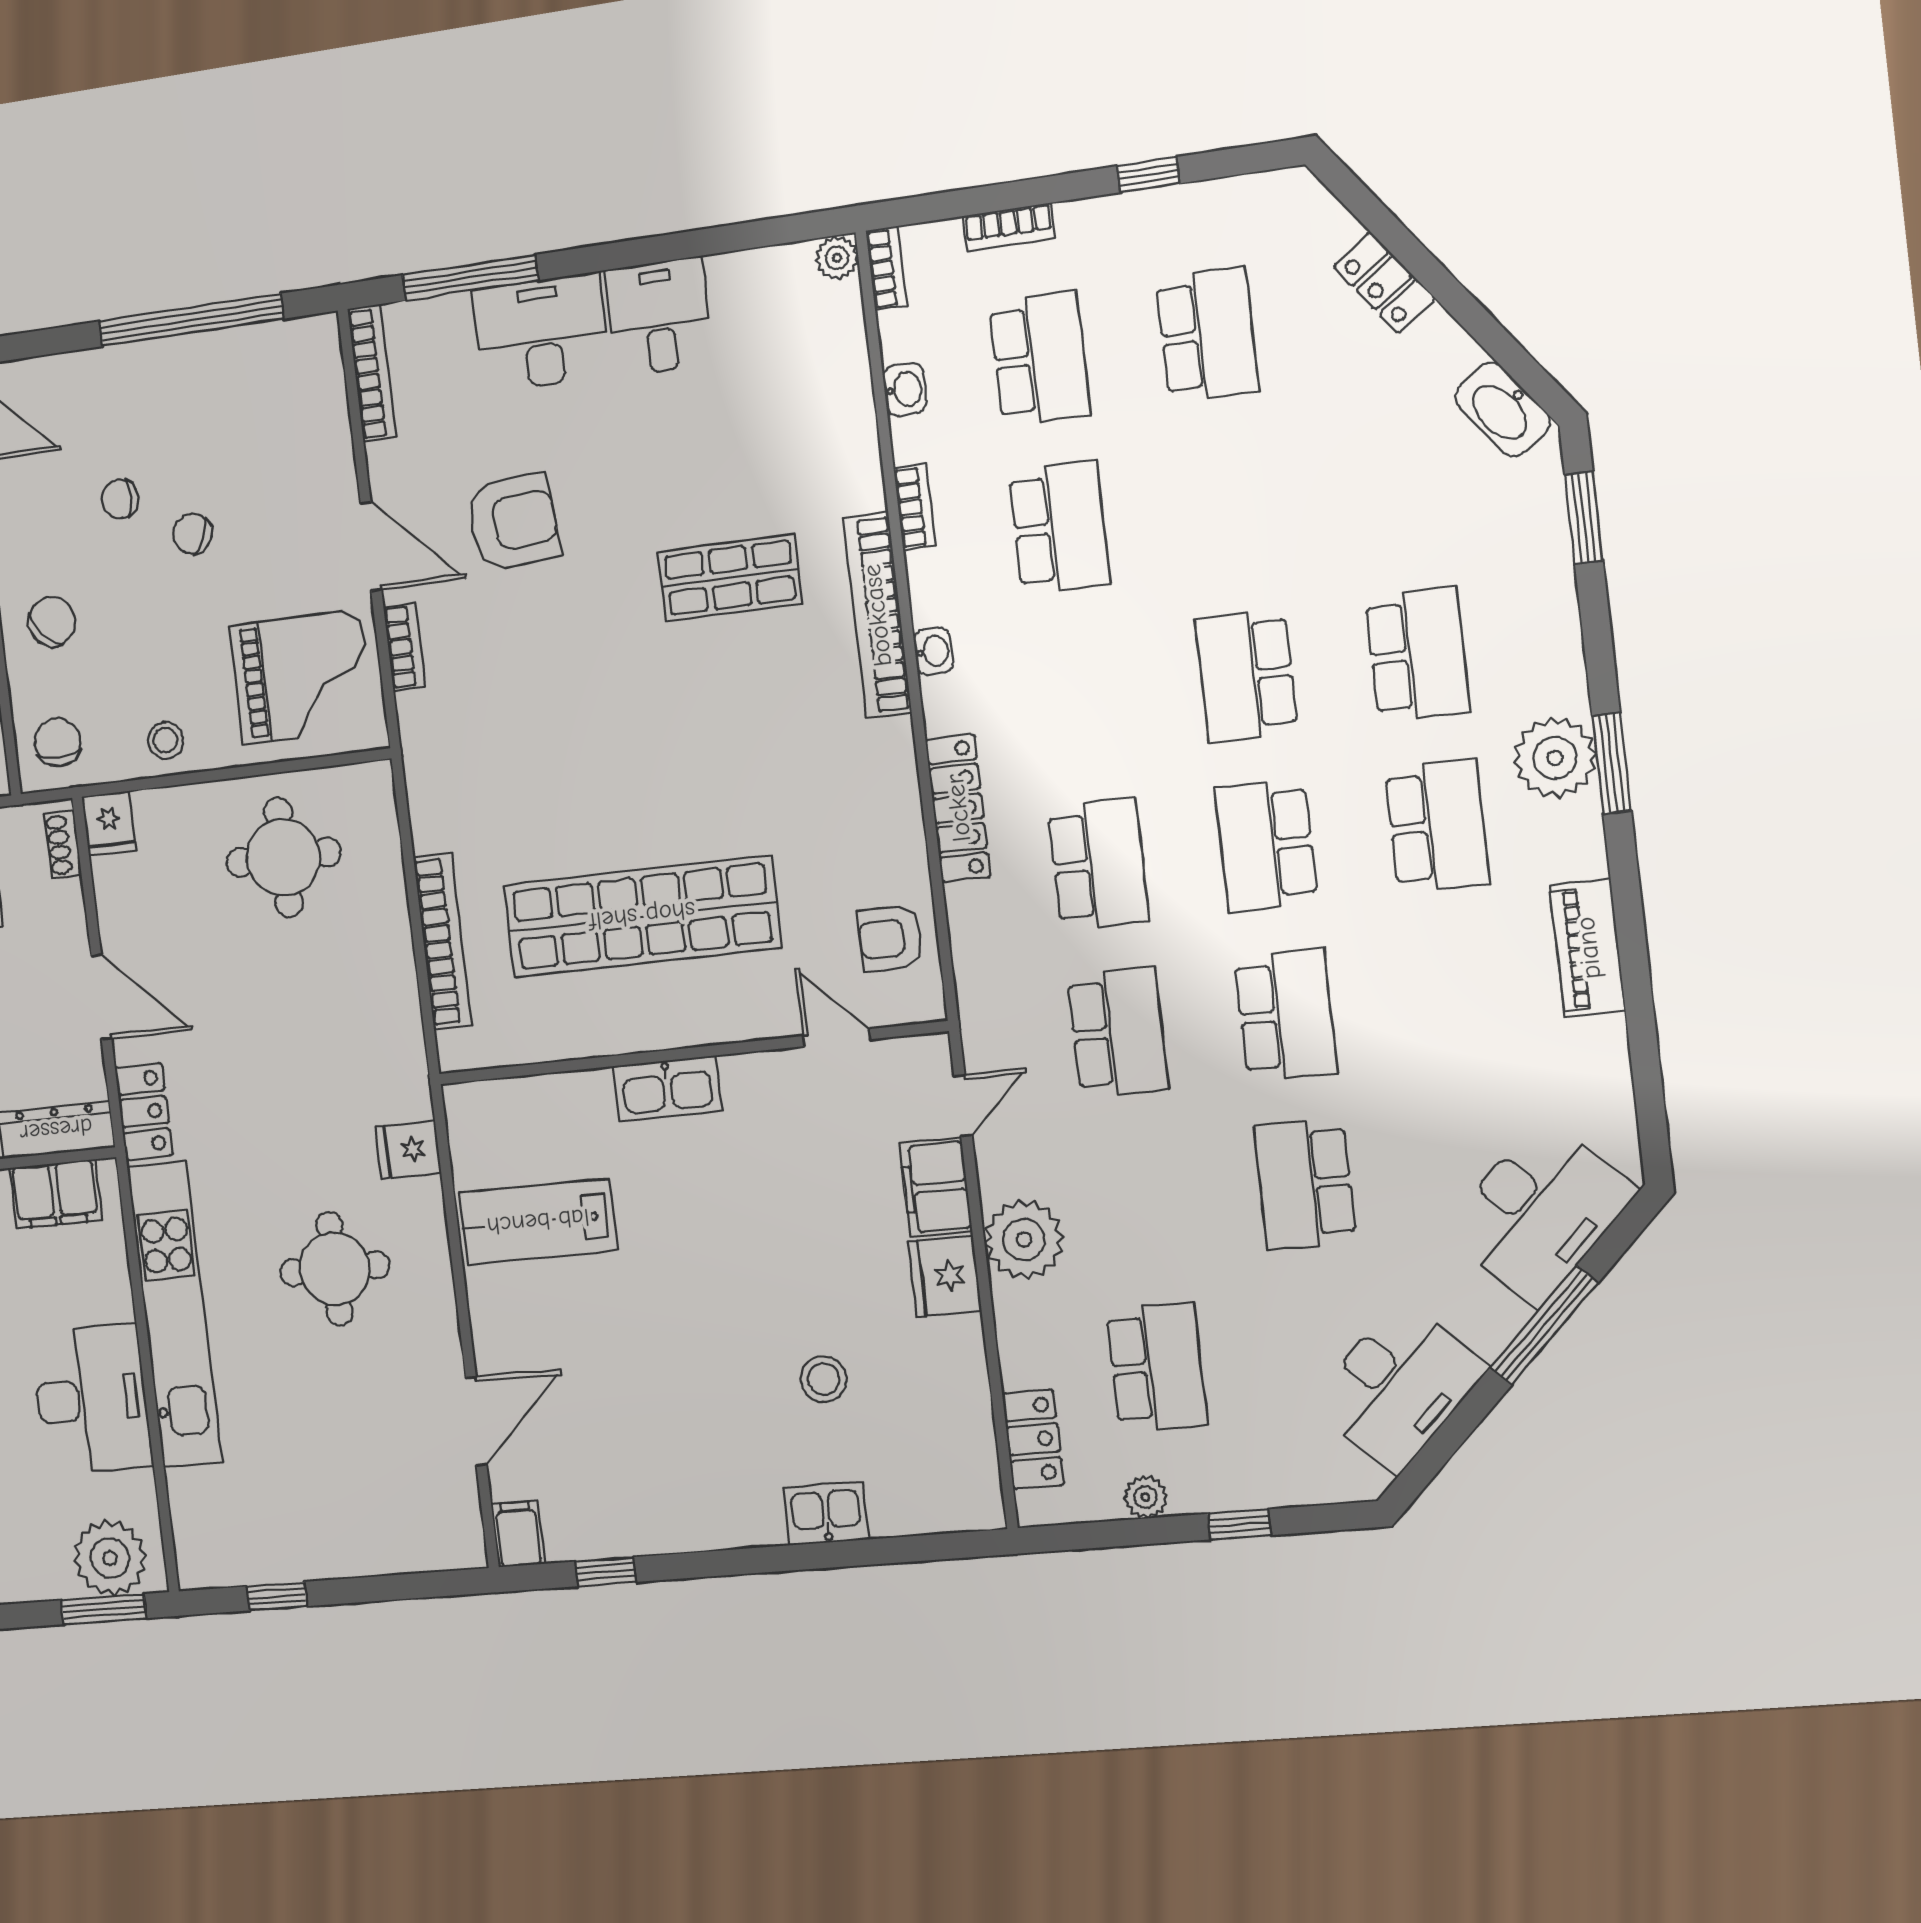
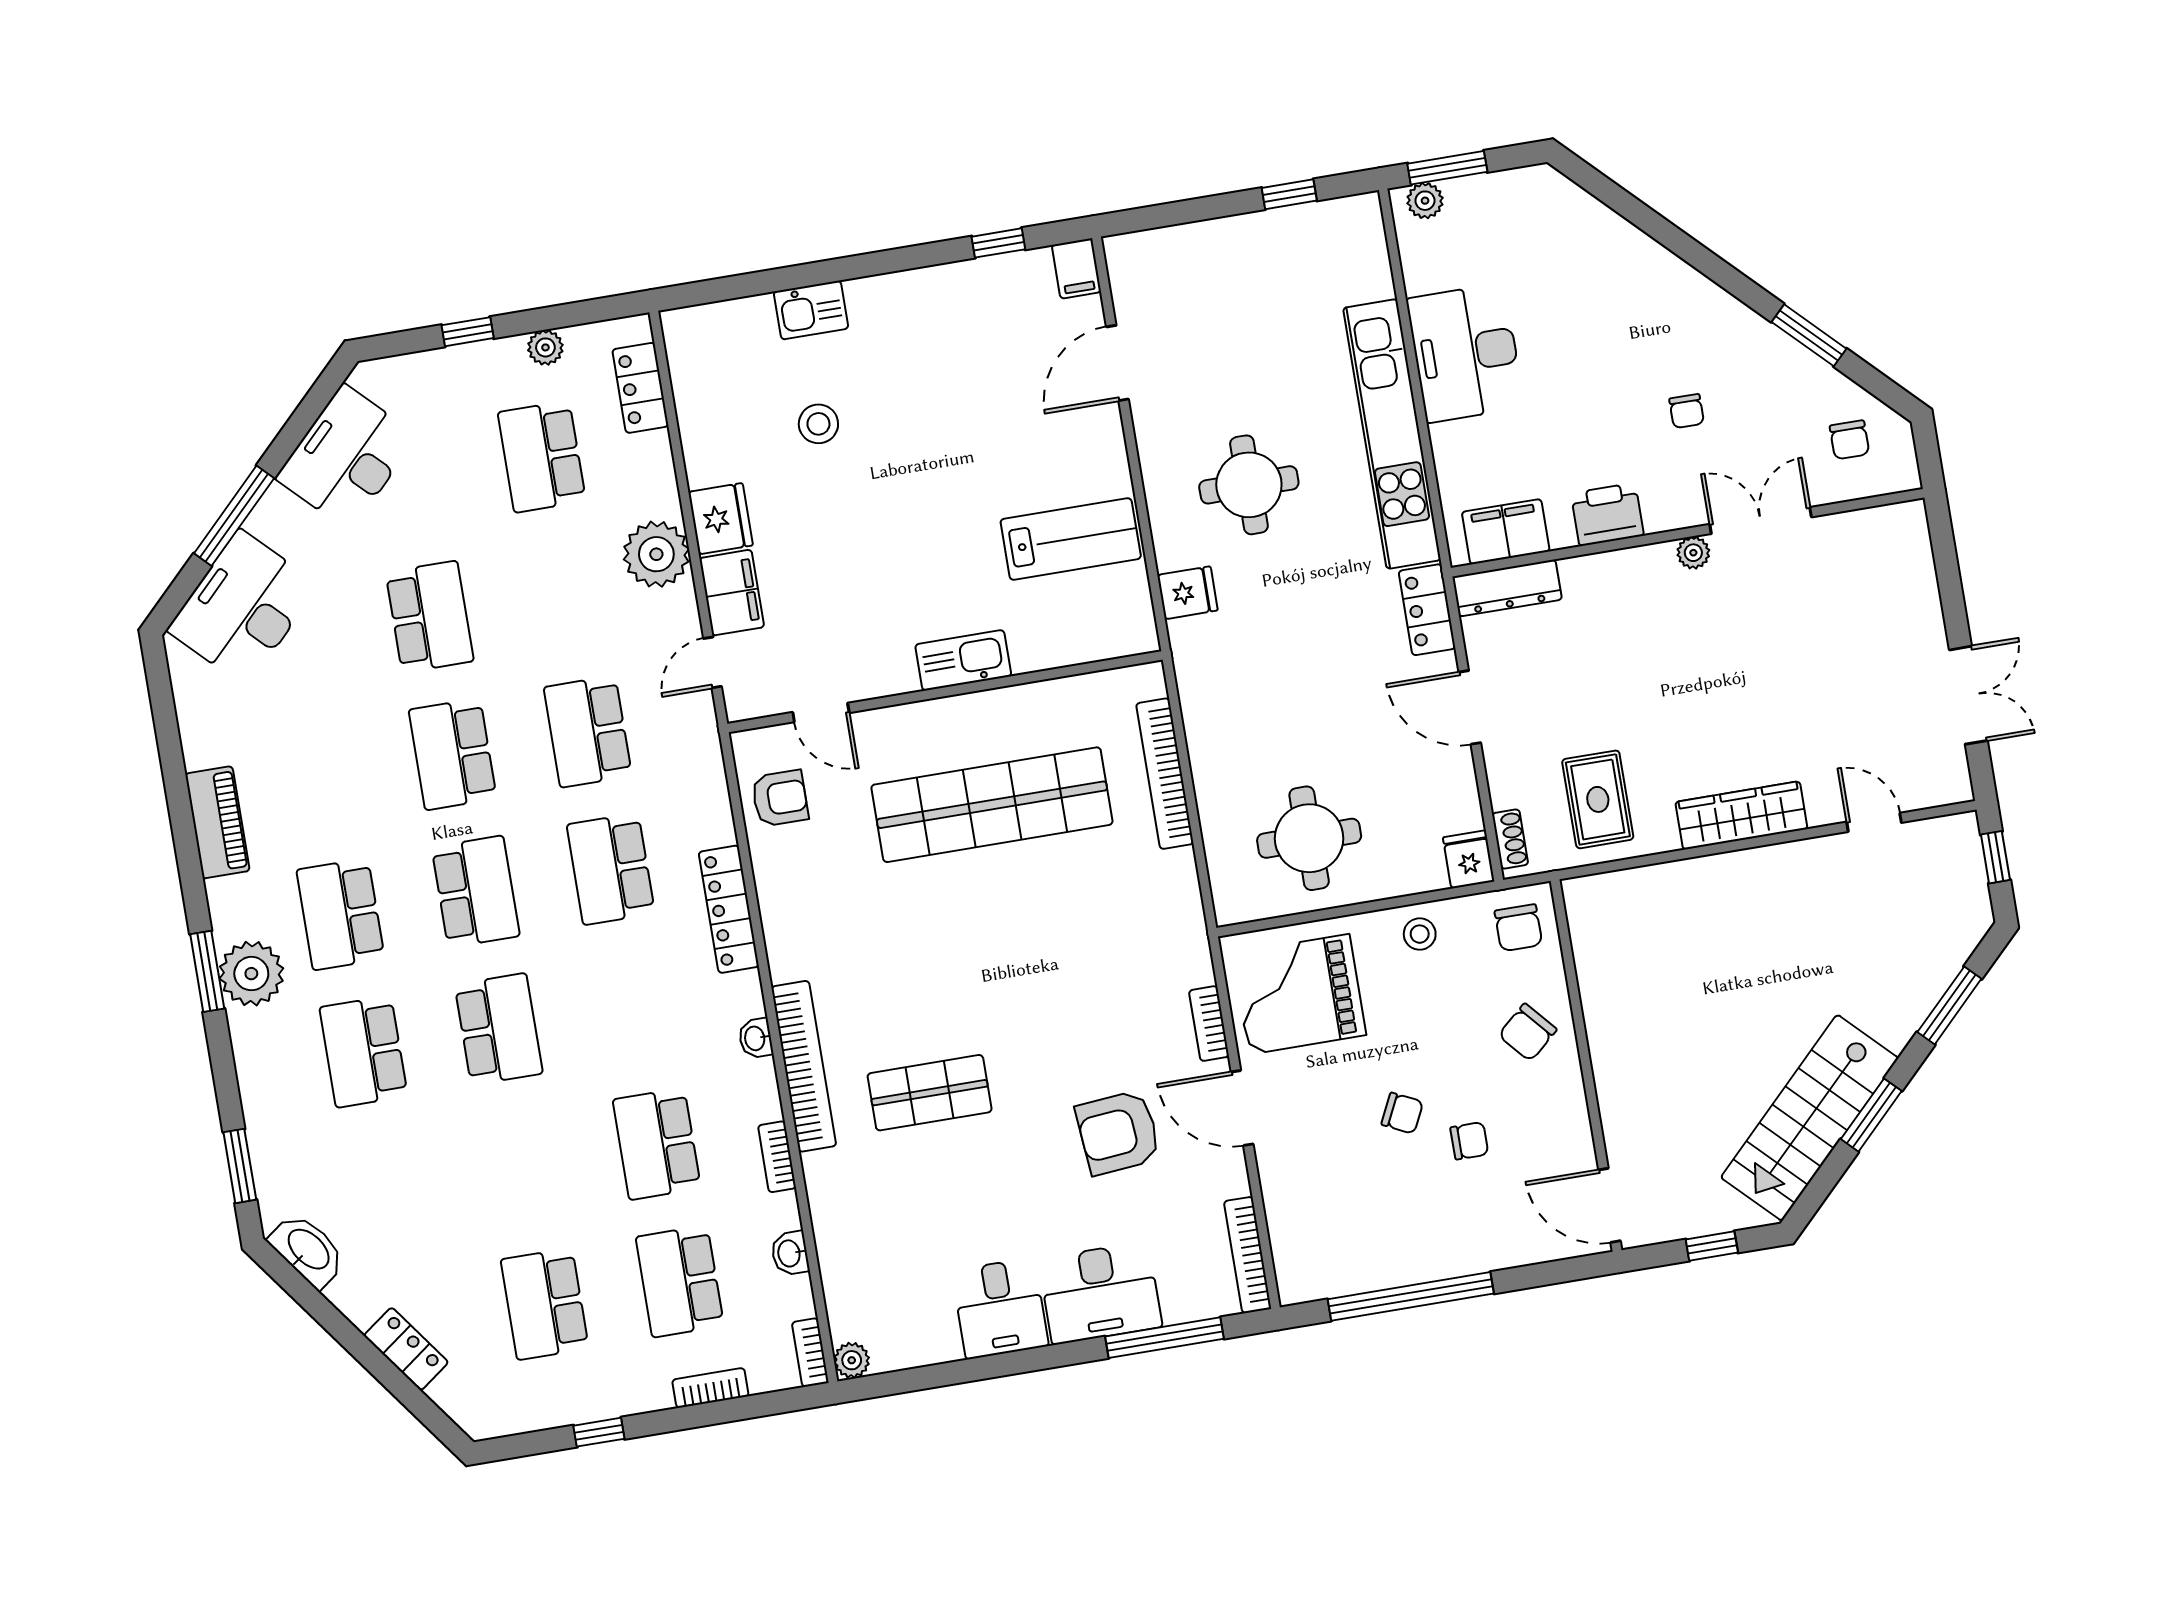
plant: (110, 1558) -> (1425, 201), width x0.53, depth x0.53

